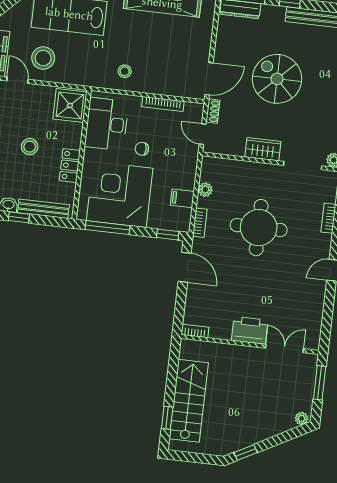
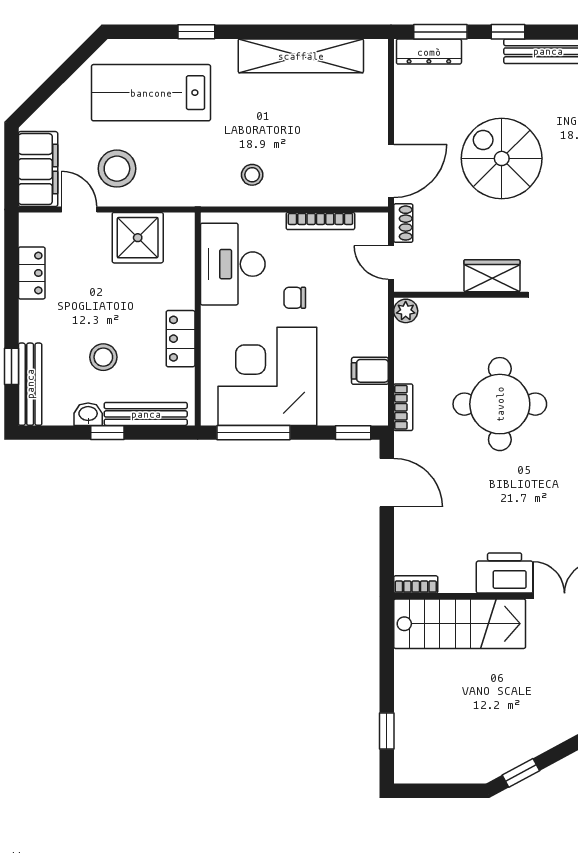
shower: (70, 106) -> (138, 238), moved
stool: (30, 147) -> (103, 357), moved
plant: (205, 190) -> (406, 311), moved
stairs: (189, 401) -> (460, 624), moved, turned 90

